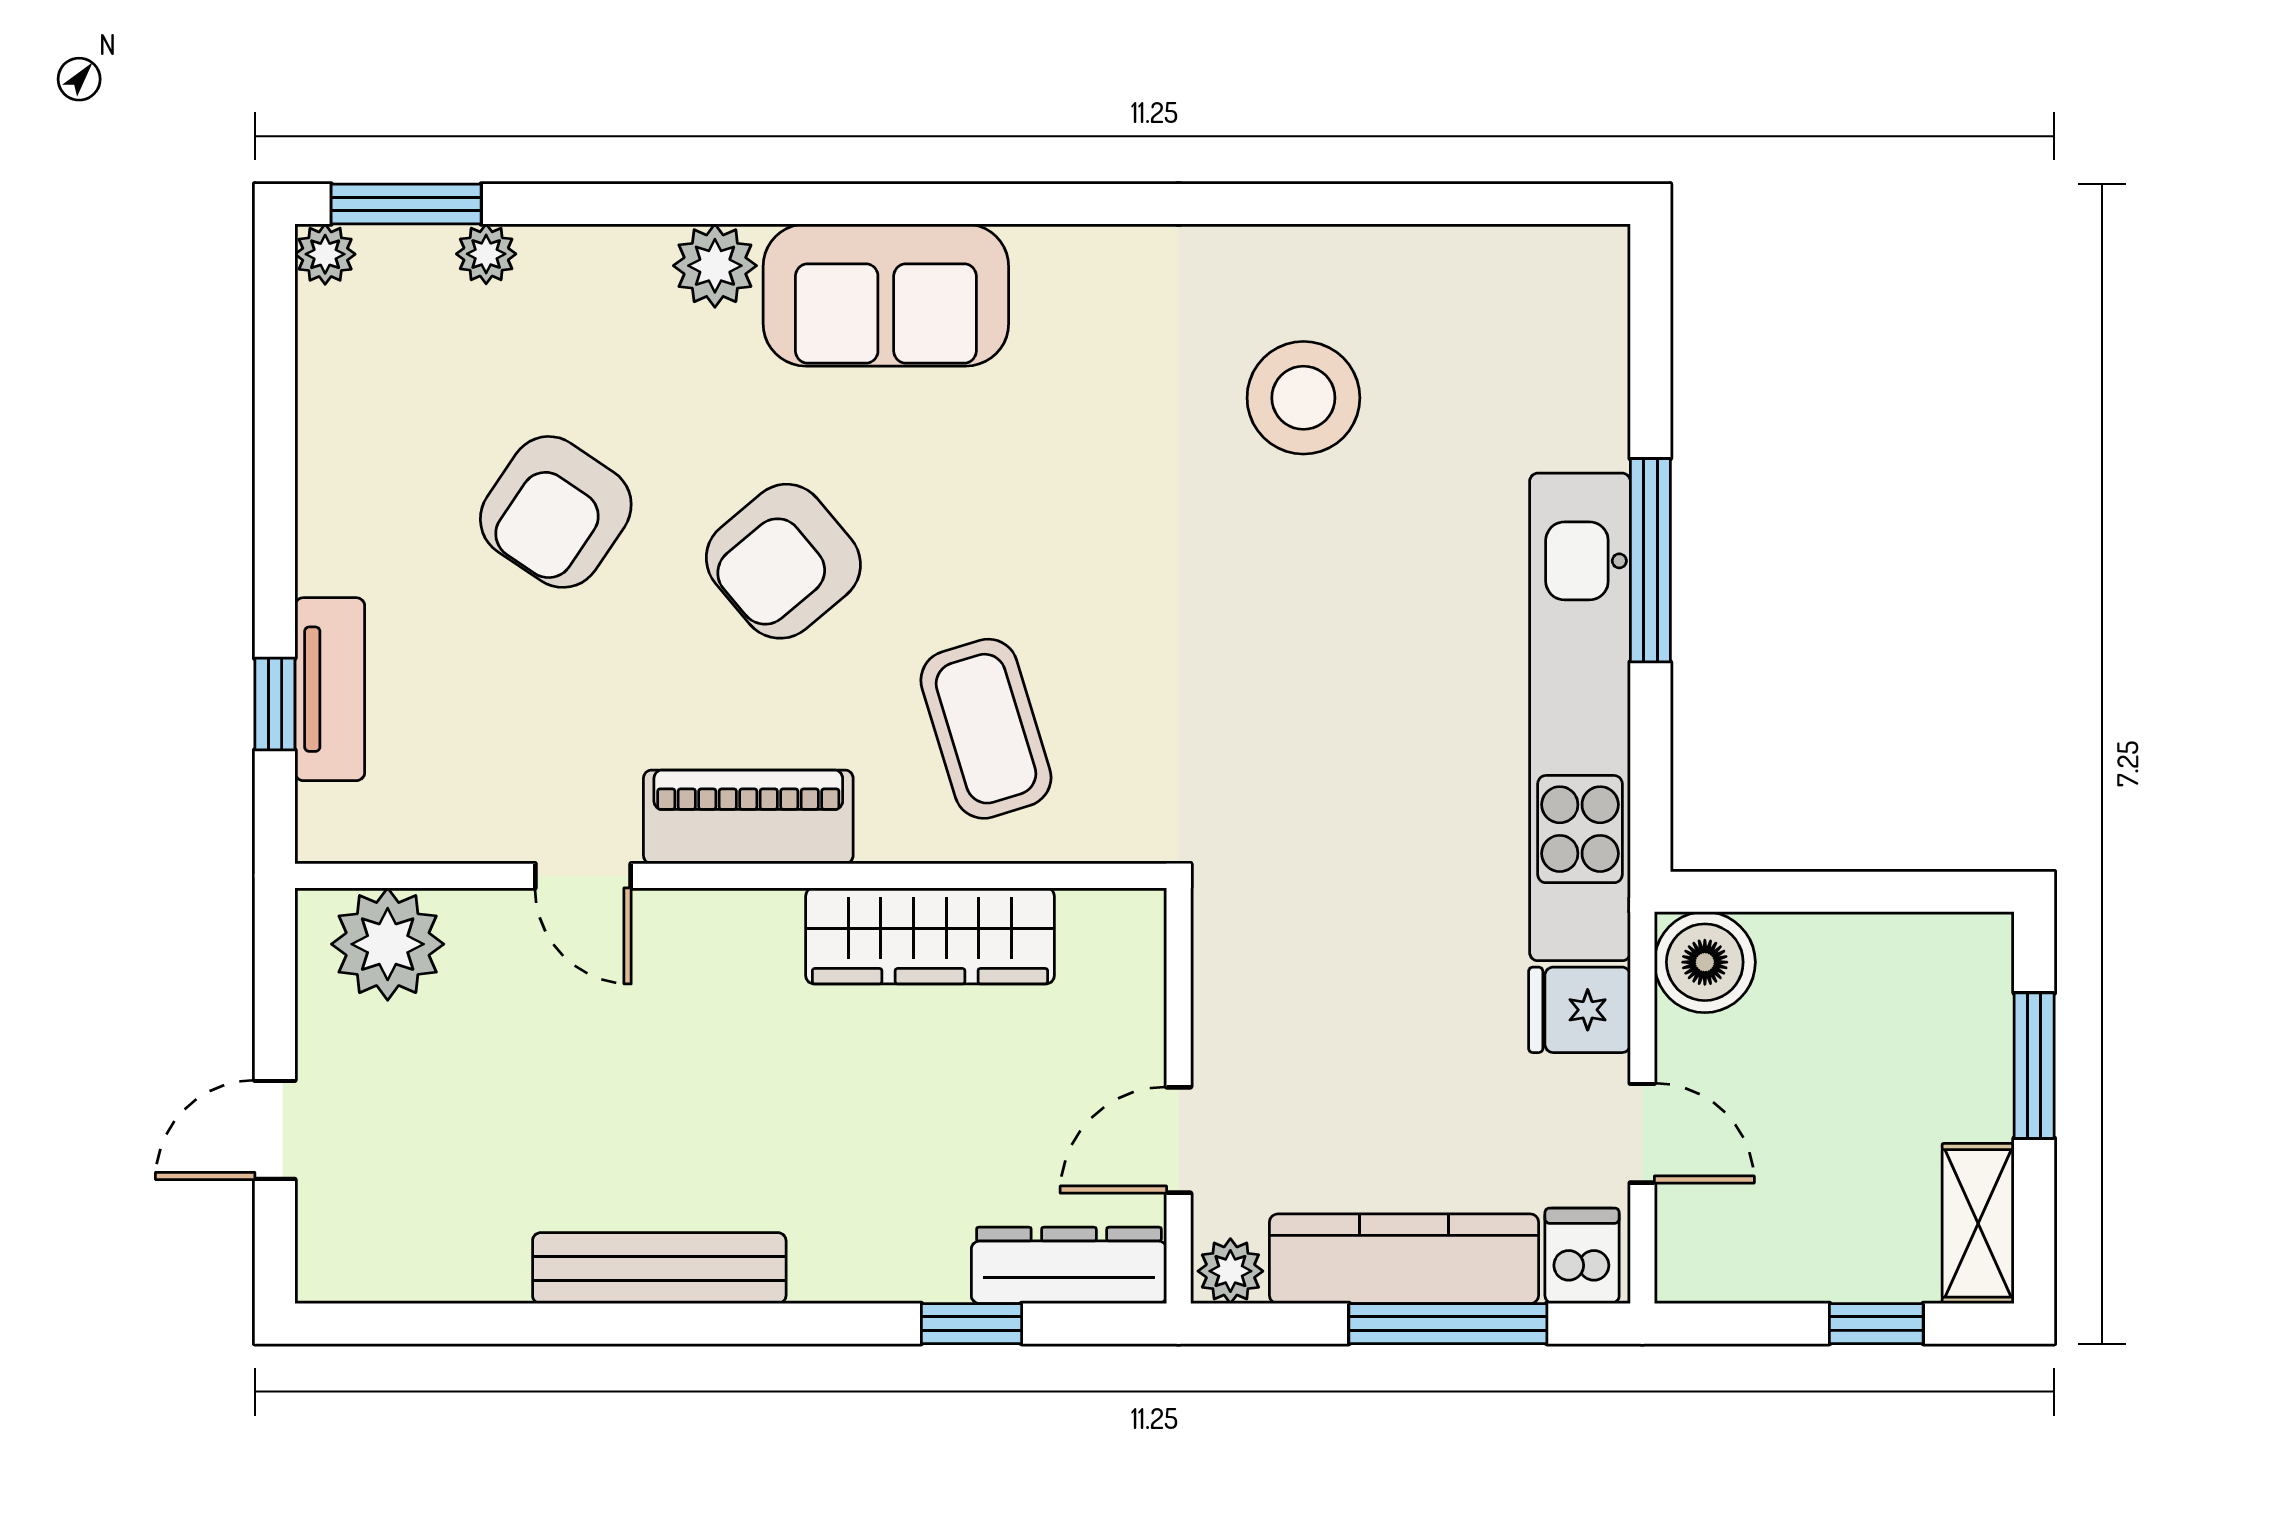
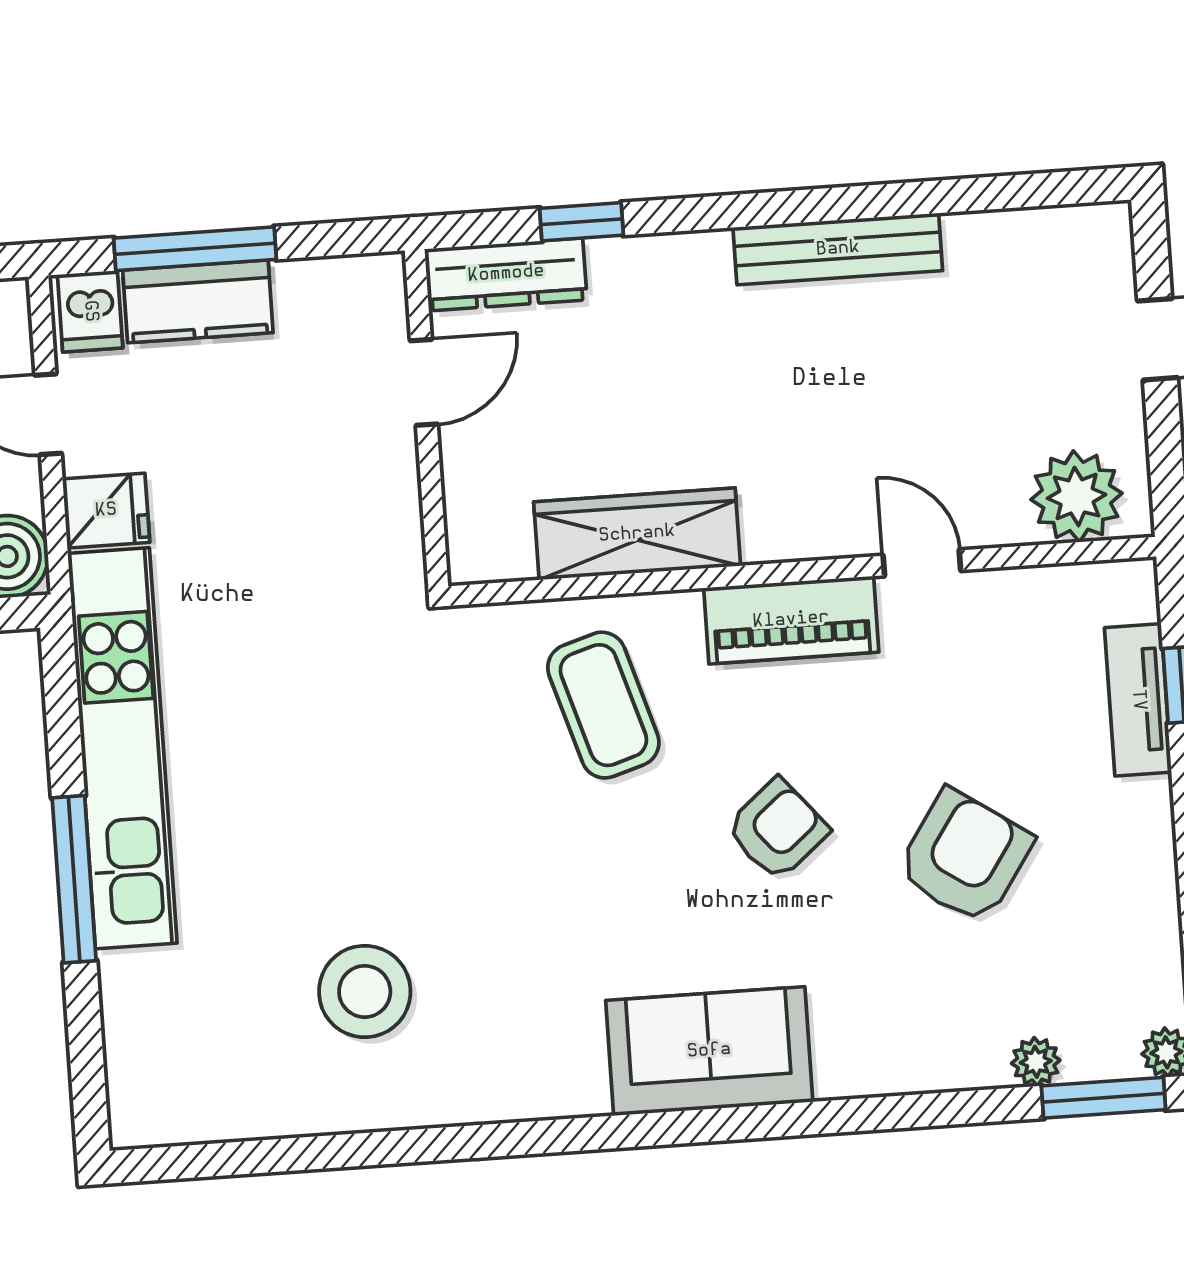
plant: (715, 266) -> (850, 1065), removed
armchair: (783, 561) -> (777, 829), width x0.72, depth x0.72
kitchen counter: (1404, 1259) -> (198, 301), width x0.67
plant: (1230, 1271) -> (374, 279), removed

